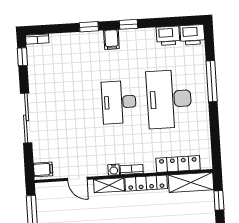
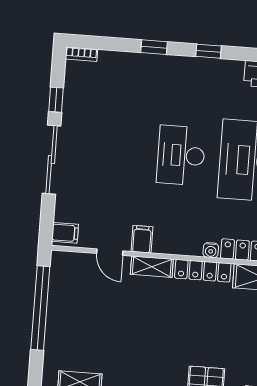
filing cabinet: (111, 40) -> (142, 239), moved, turned 180
window: (22, 57) -> (56, 100), moved
water cooler: (114, 170) -> (211, 250), moved
bookcase: (132, 170) -> (186, 250), removed

